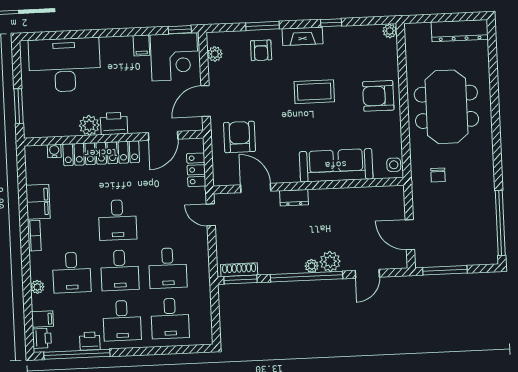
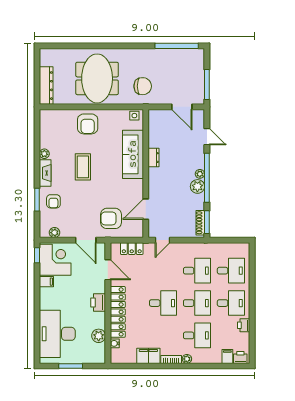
window: (331, 23) -> (37, 153), removed
plant: (390, 31) -> (44, 154), moved
dresser: (460, 31) -> (46, 86), moved
armchair: (261, 50) -> (53, 201), turned 90
window: (19, 106) -> (71, 366), moved
meeting table: (446, 107) -> (97, 78), turned 90
plant: (89, 125) -> (99, 336), moved
chair: (438, 175) -> (143, 86), width x1.87, depth x1.87
dresser: (294, 198) -> (154, 158), moved
door: (410, 235) -> (182, 107), hinge flipped
plant: (330, 261) -> (197, 186), moved
plant: (37, 287) -> (187, 359), moved
window: (77, 354) -> (252, 334), removed

